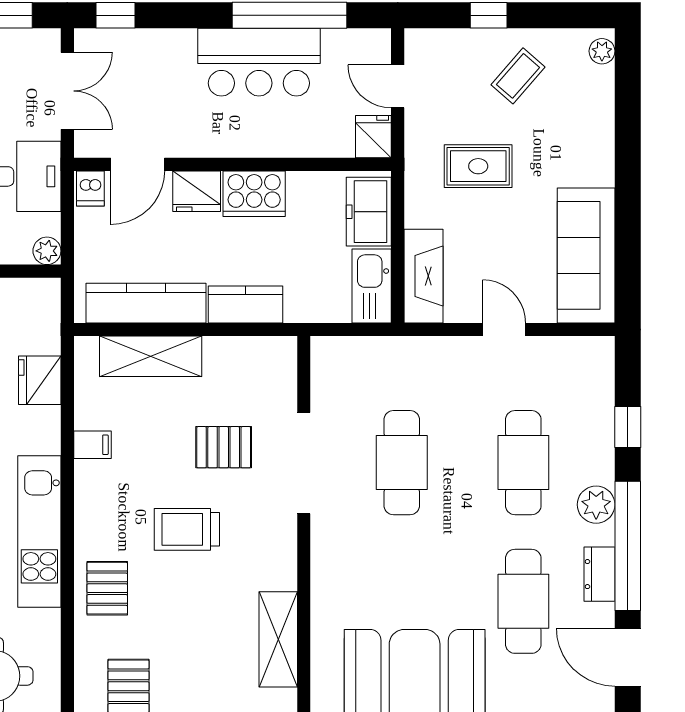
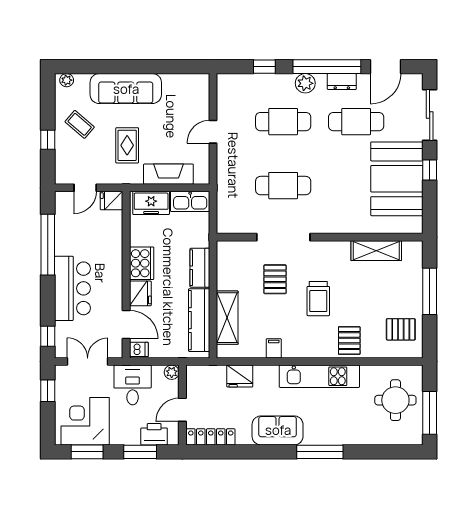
bar counter: (259, 62) -> (72, 288), moved
sofa: (586, 255) -> (126, 89), moved
fireplace: (424, 276) -> (168, 174), moved
pallet: (107, 588) -> (349, 341), turned 90

